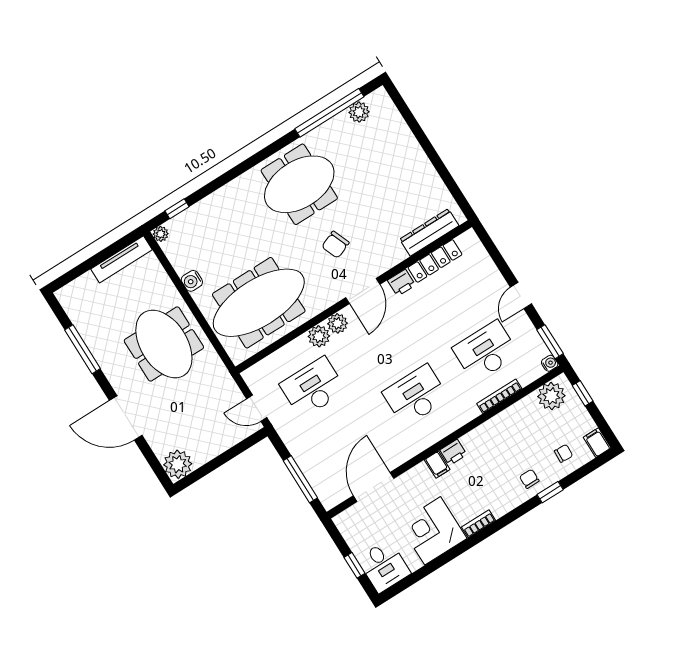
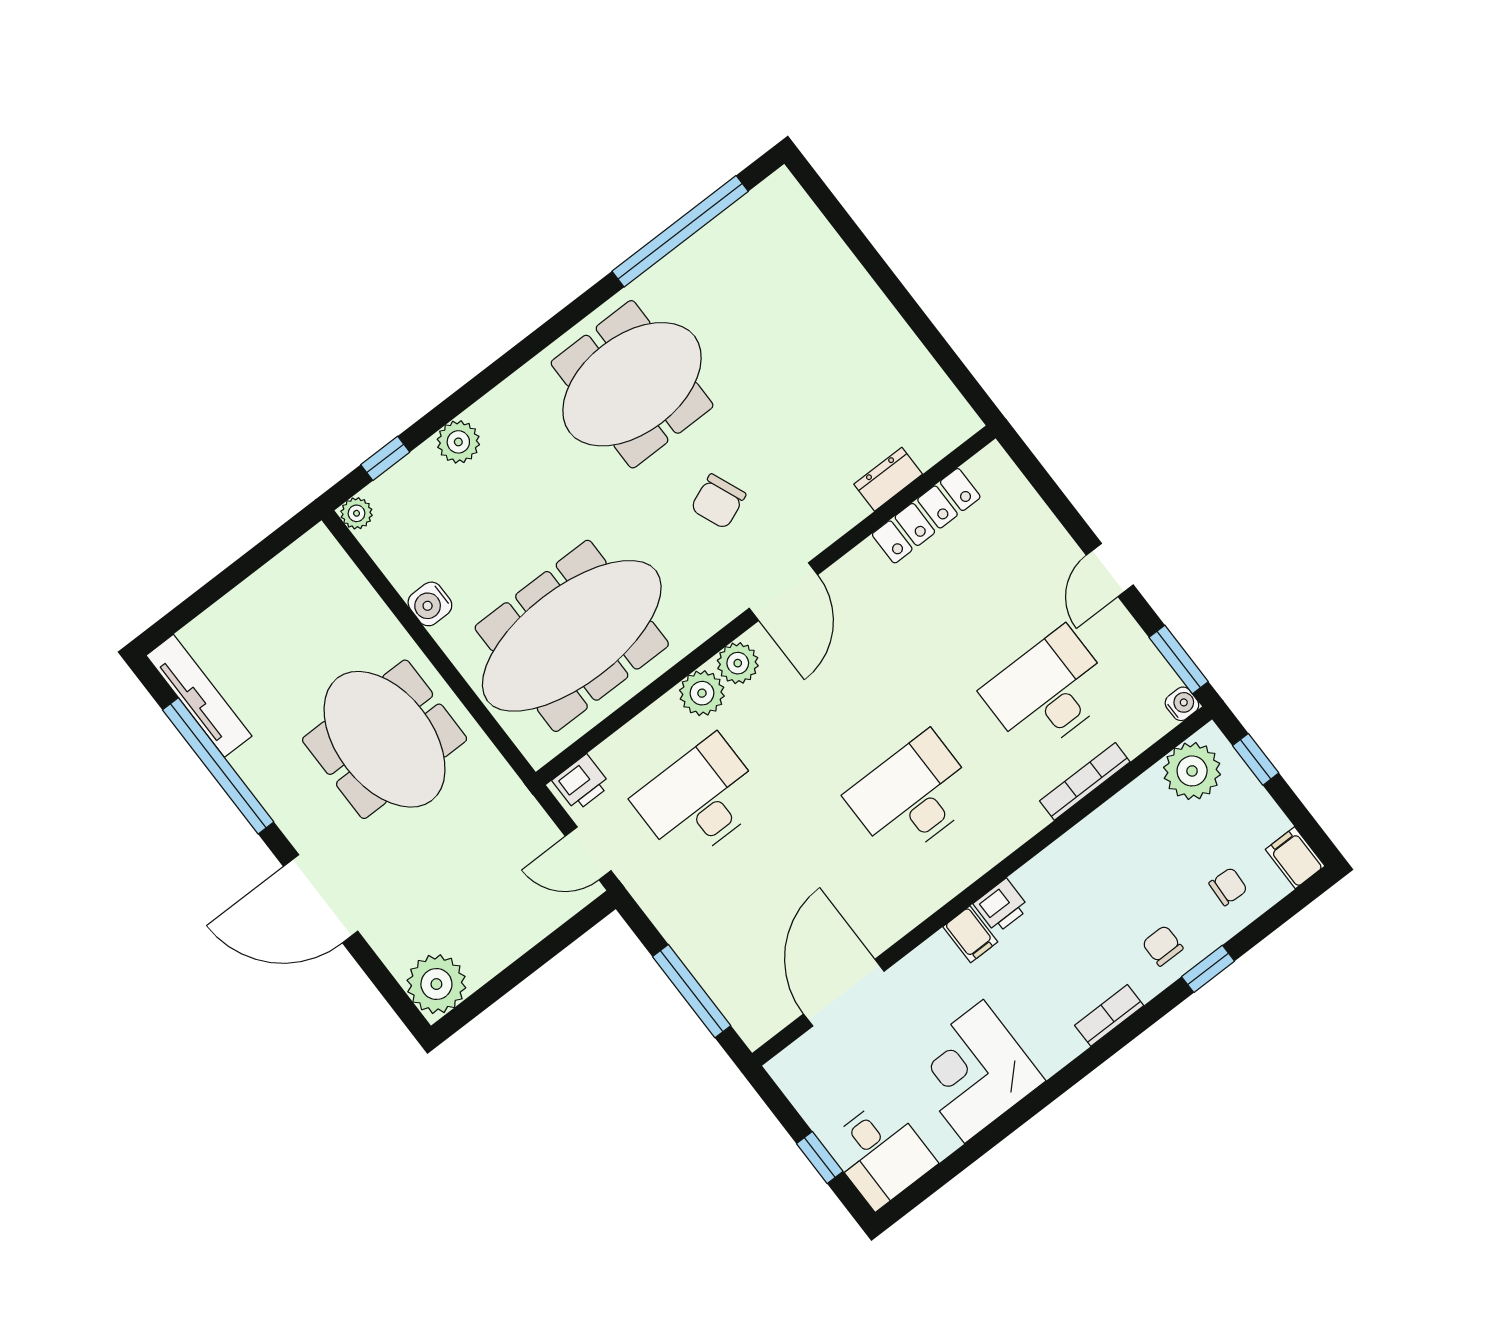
plant: (359, 112) -> (458, 442), moved
dresser: (429, 232) -> (888, 479), width x0.51, depth x0.80
tv unit: (122, 259) -> (199, 696), moved, turned -90
printer: (401, 283) -> (581, 783), moved
window: (83, 349) -> (218, 766), width x1.46
bookcase: (479, 524) -> (1109, 1015), moved

